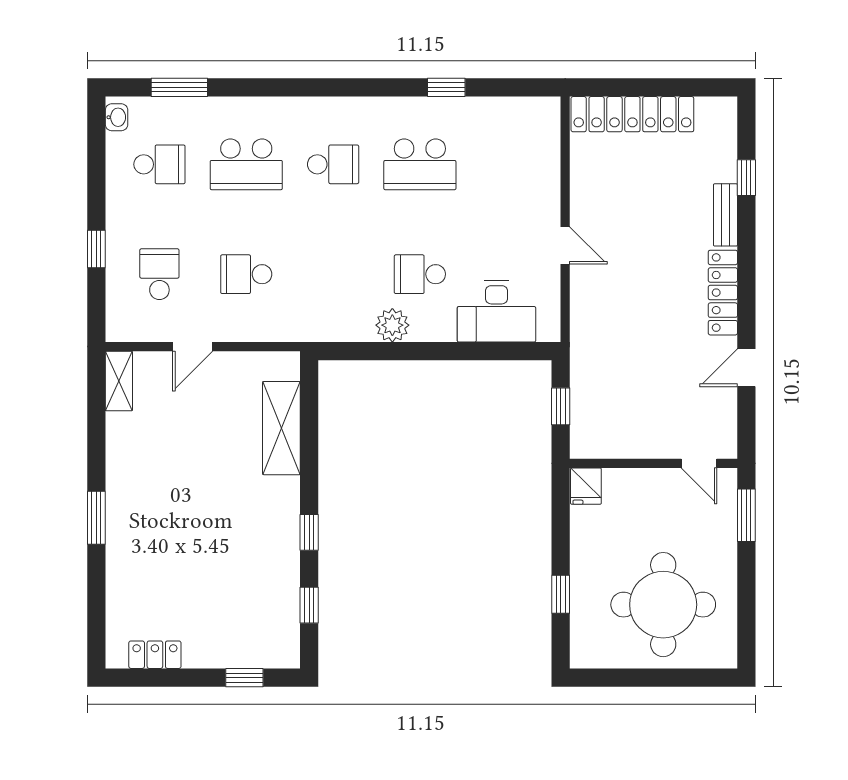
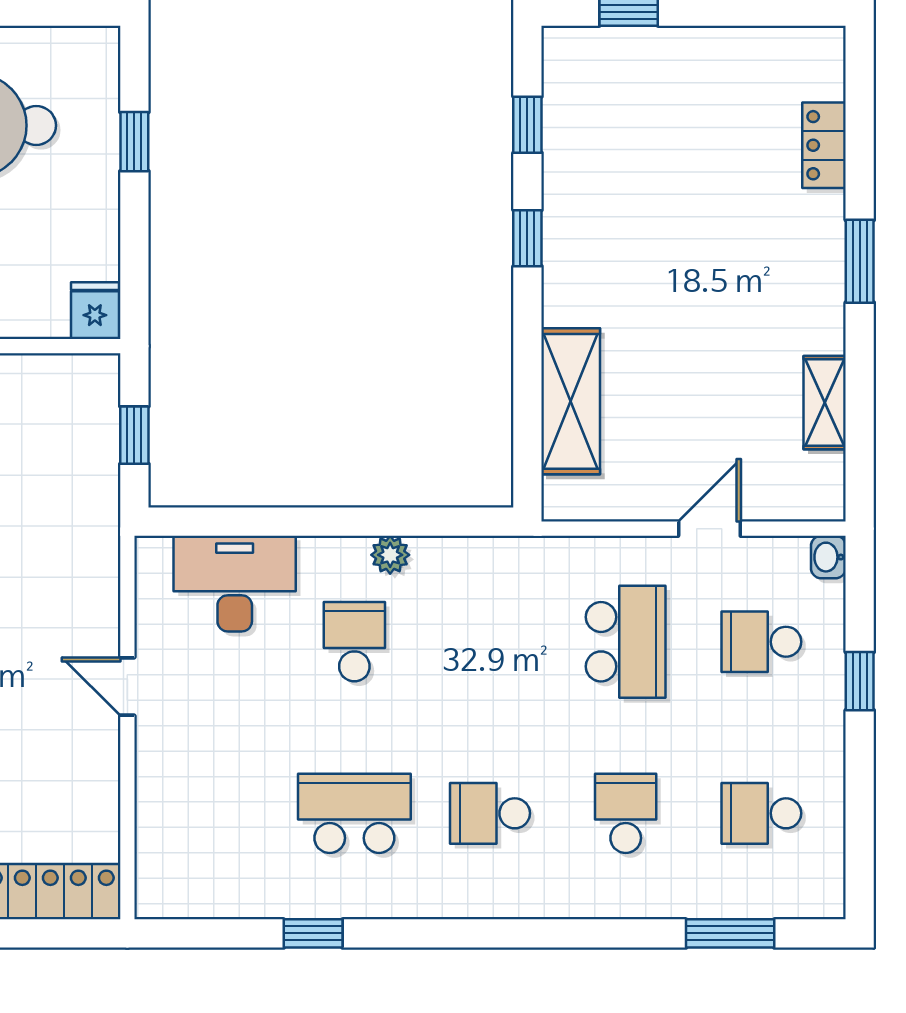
washbasin: (117, 117) -> (828, 557), moved
school desk: (246, 164) -> (626, 813), width x0.54
school desk: (159, 274) -> (761, 642), turned 90
school desk: (246, 274) -> (626, 642), width x1.85
school desk: (420, 274) -> (354, 642), turned -90
plant: (392, 325) -> (390, 555), width x0.73, depth x0.73
shelving: (119, 381) -> (825, 403), moved
locker: (155, 655) -> (824, 145), moved, turned 90

